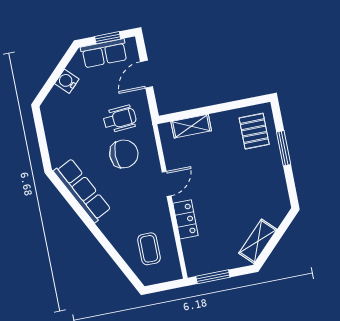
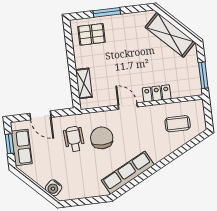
water cooler: (67, 81) -> (54, 188), moved
shelving: (258, 241) -> (170, 35), width x1.50, depth x1.33

